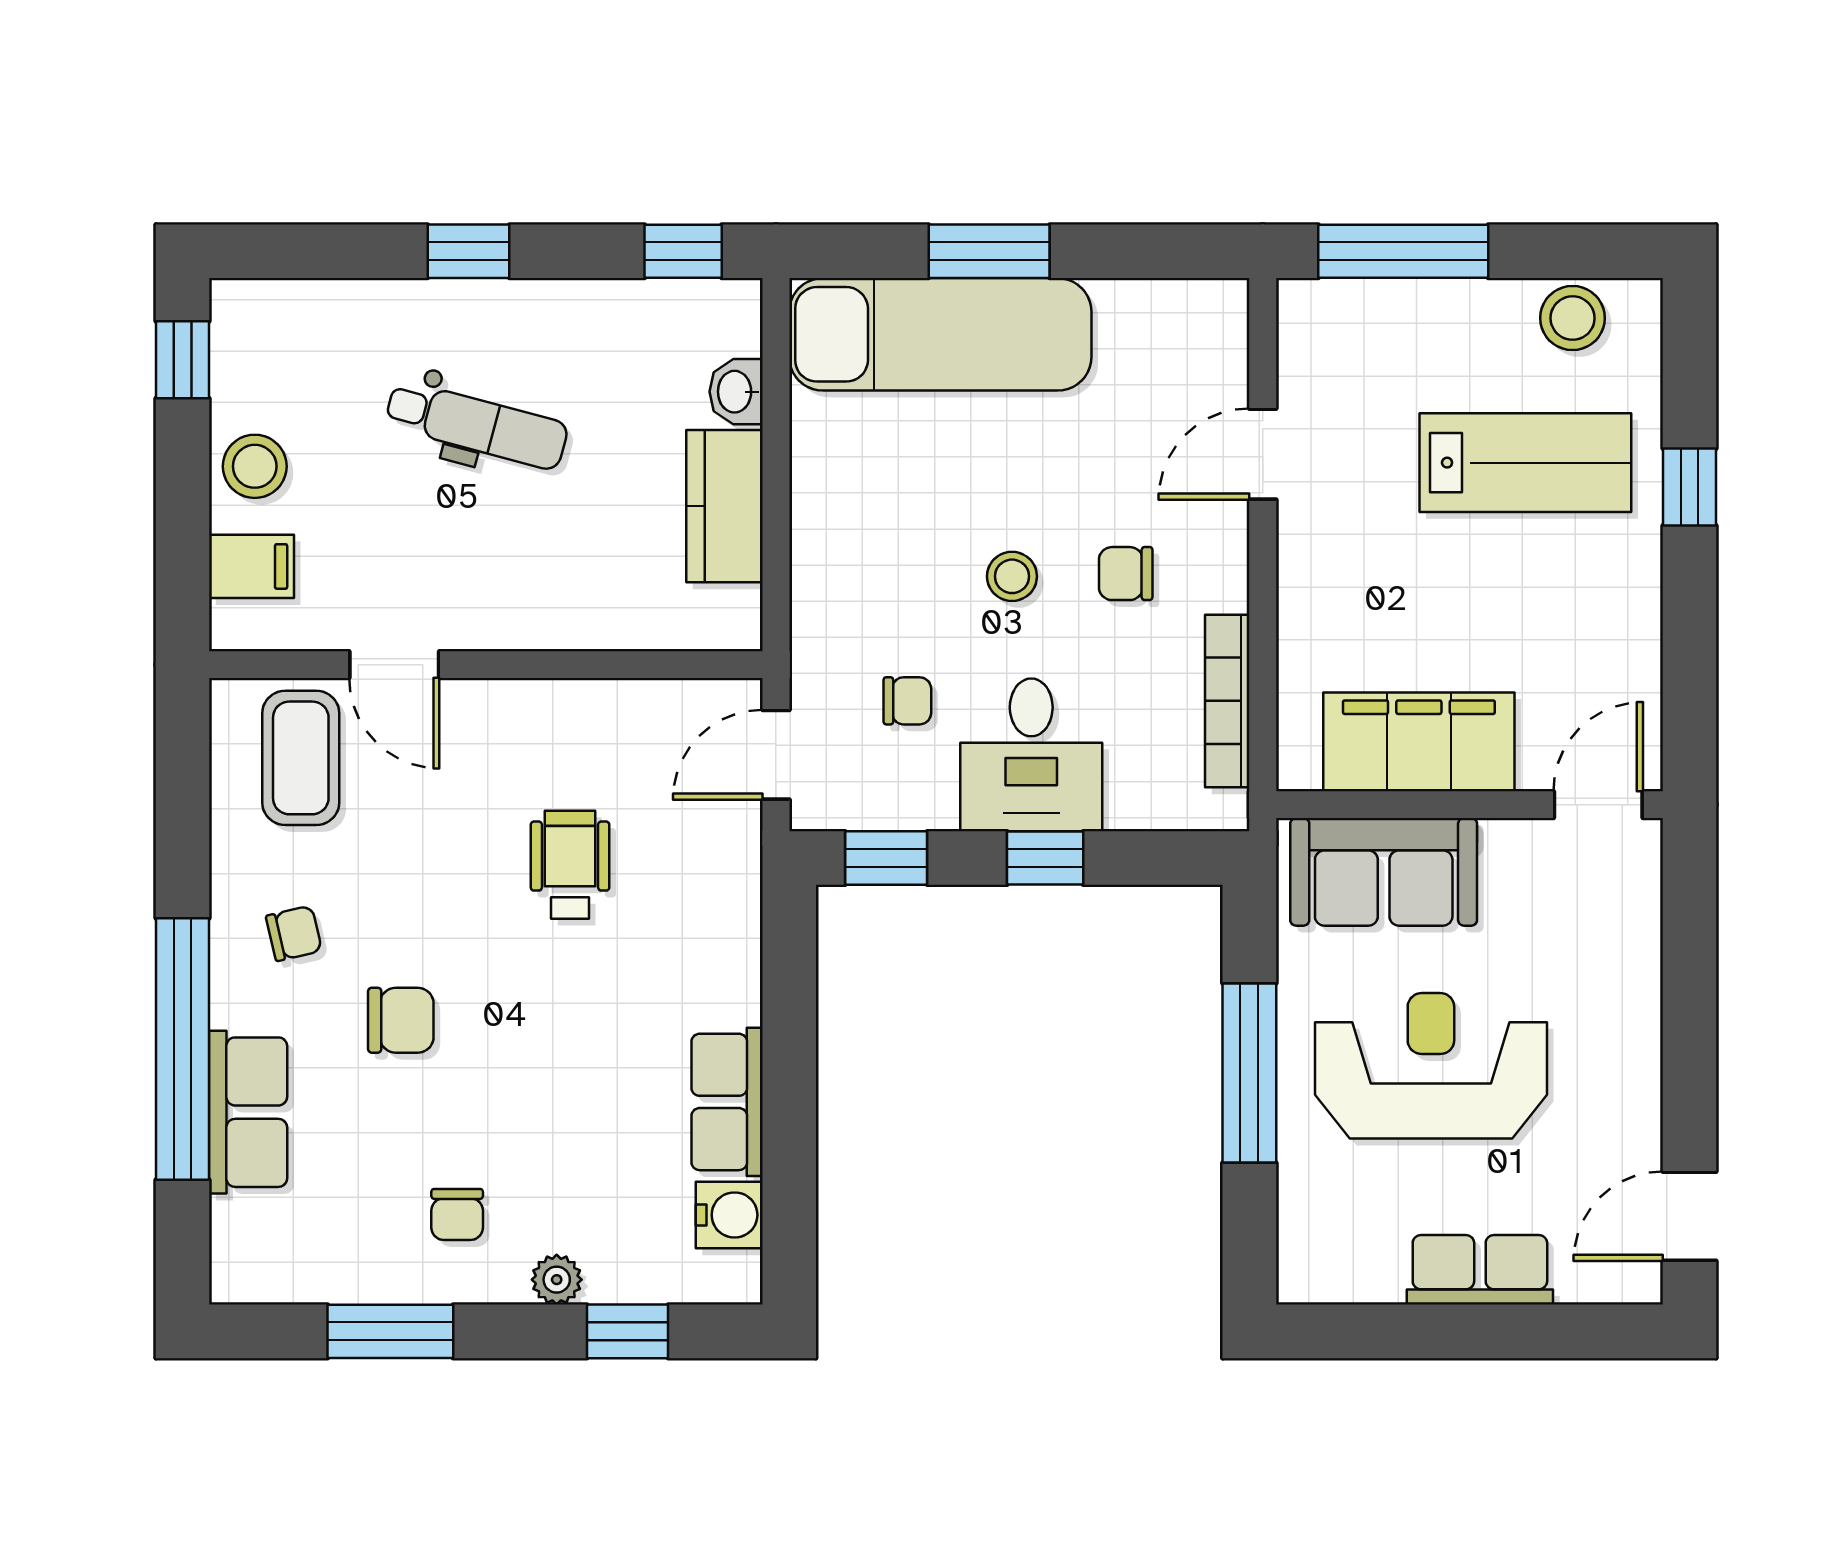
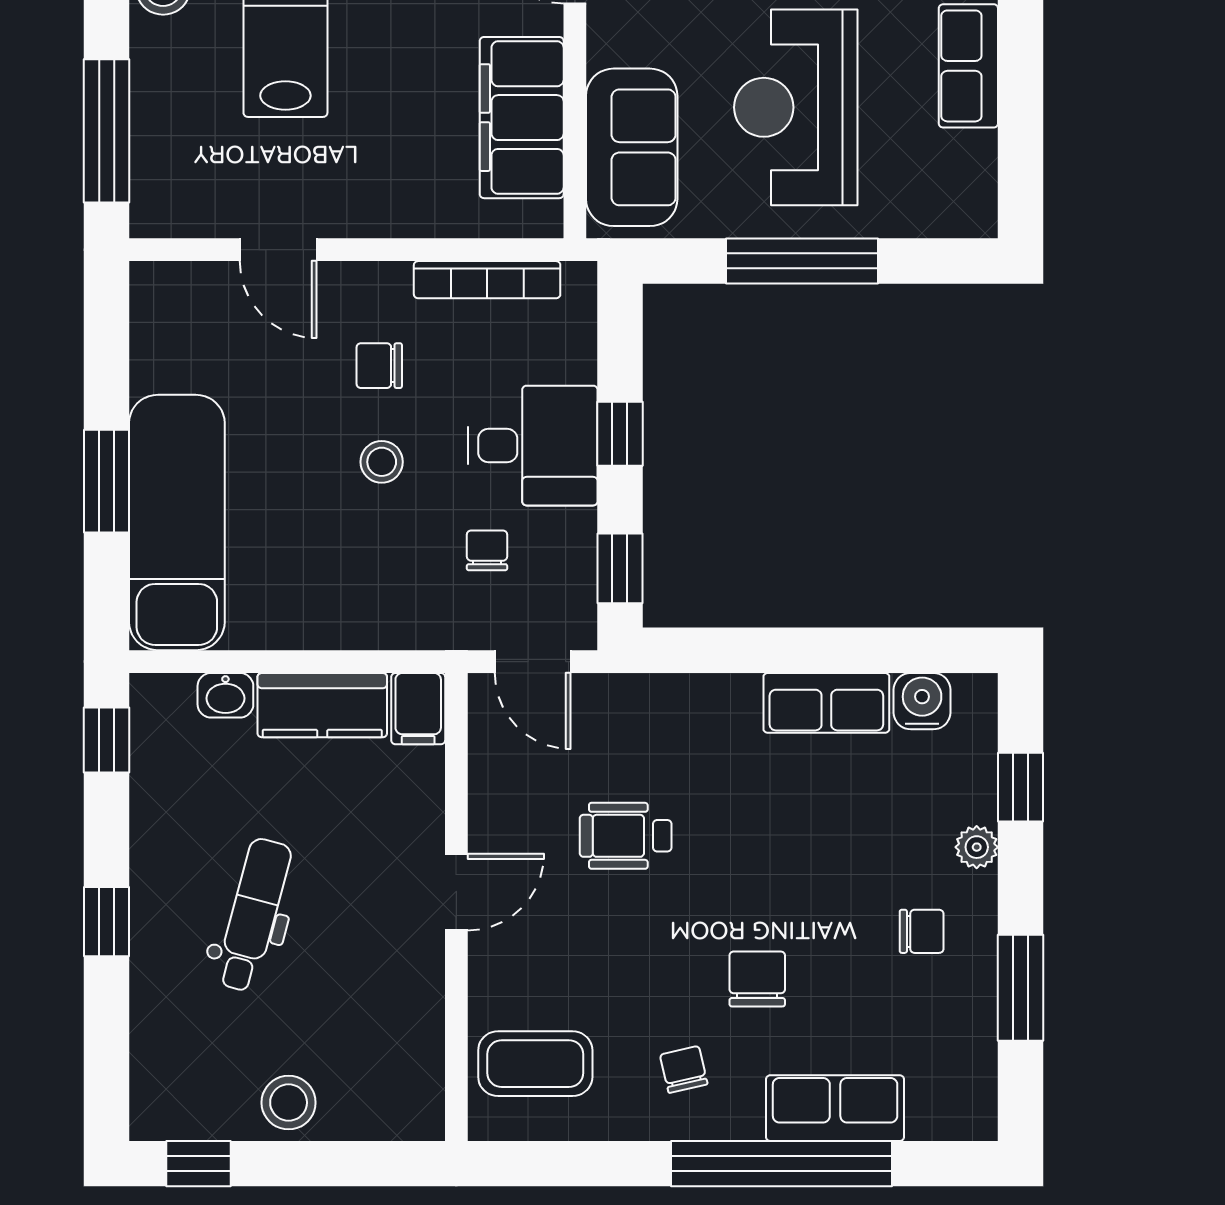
filing cabinet: (251, 566) -> (418, 709), moved, turned 180
chair: (1126, 574) -> (379, 366), turned 90
door: (394, 665) -> (456, 892), moved

